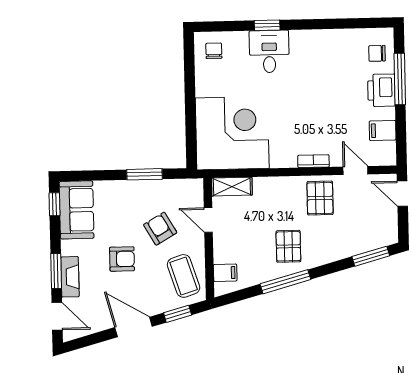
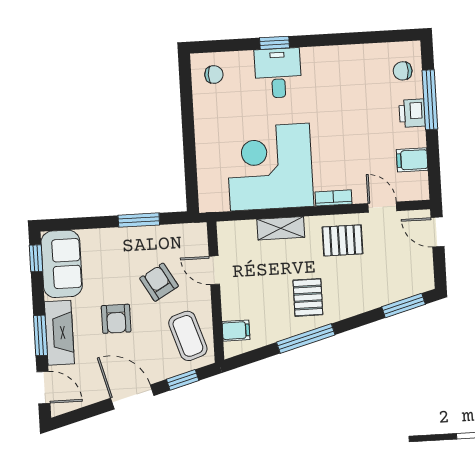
chair: (214, 51) -> (214, 75), turned 90
printer: (381, 90) -> (412, 113), width x0.73, depth x0.81
corner desk: (232, 133) -> (270, 167), moved, turned -90
shelving: (232, 187) -> (281, 228), moved
pallet: (320, 198) -> (343, 240), turned 90
armchair: (122, 259) -> (116, 319), turned 90
fireplace: (70, 277) -> (59, 333), width x1.37, depth x1.32

